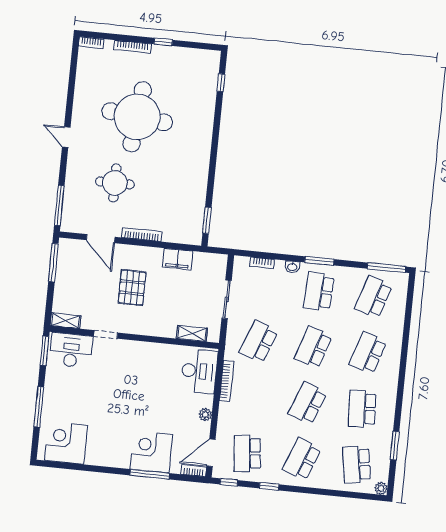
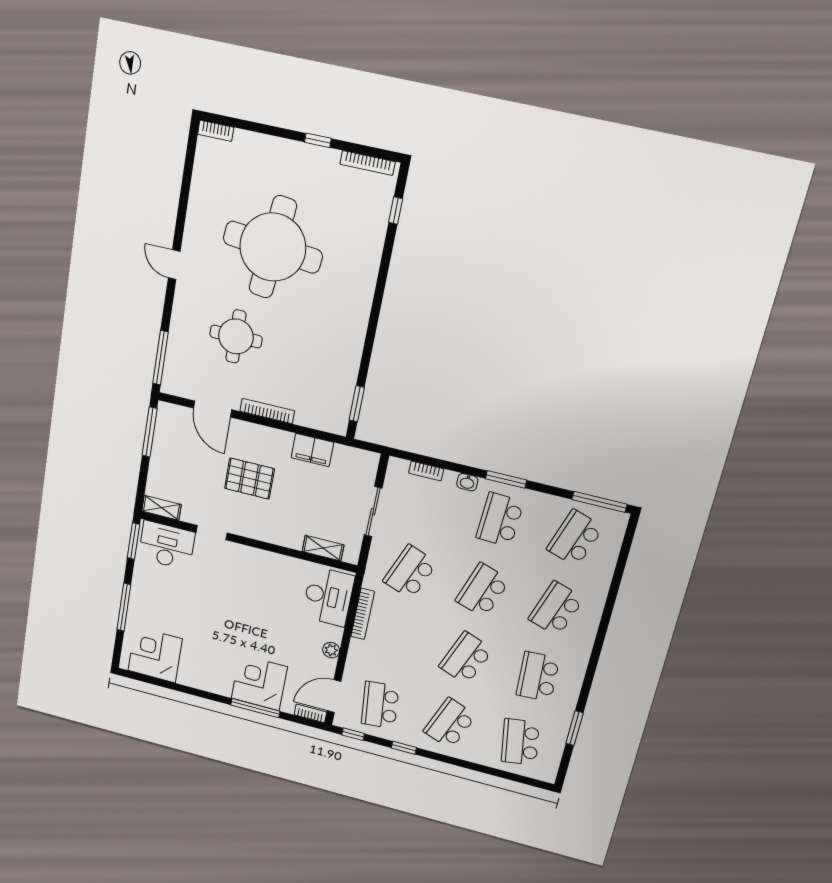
bookcase: (133, 47) -> (368, 163), moved
pallet: (132, 288) -> (249, 479), turned 90
plant: (381, 488) -> (548, 775), removed

